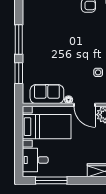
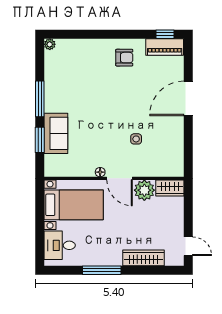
sofa: (47, 94) -> (56, 133), moved, turned 90
window: (51, 180) -> (102, 270), moved

